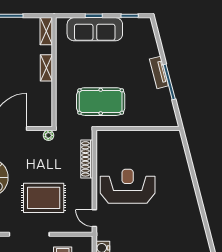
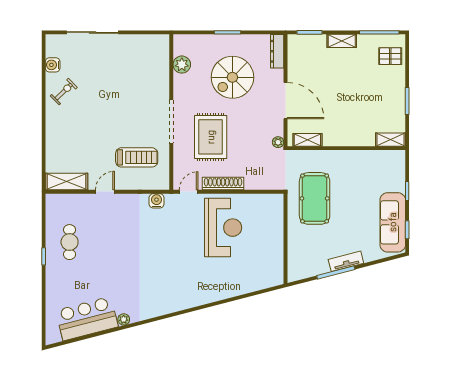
sofa: (95, 29) -> (393, 222), moved
shelving: (46, 68) -> (307, 140), moved
shoe rack: (87, 159) -> (223, 184), moved

